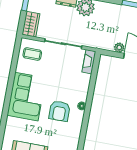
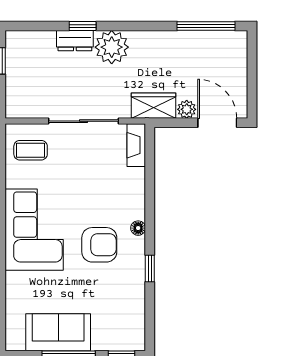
wardrobe: (31, 24) -> (154, 106), moved, turned -90
armchair: (59, 111) -> (99, 245), turned -90
window: (84, 129) -> (150, 268), added

